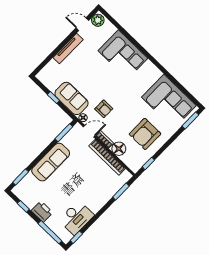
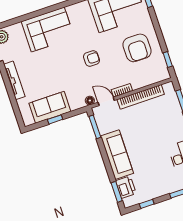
sofa: (71, 98) -> (50, 107), moved
armchair: (104, 109) -> (92, 58), moved
door: (89, 131) -> (106, 101), hinge flipped
floor lamp: (119, 149) -> (138, 81), removed
printer: (42, 212) -> (126, 187), moved, turned 90

